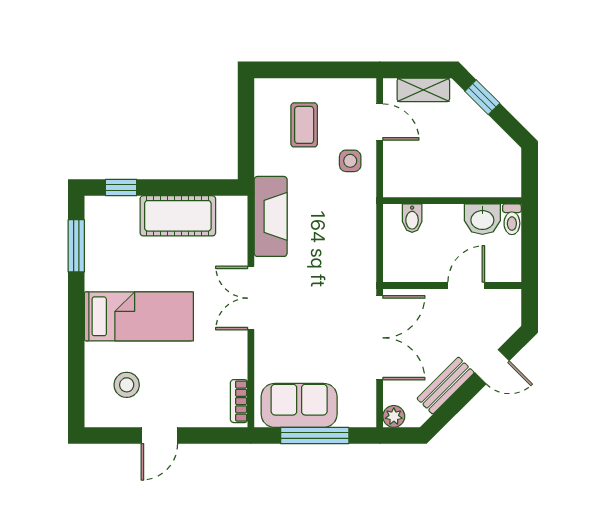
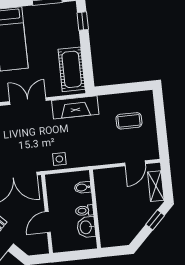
side table: (350, 161) -> (59, 159), moved
cot: (178, 216) -> (72, 69), moved
toilet: (512, 219) -> (84, 211), moved
door: (466, 286) -> (48, 222), swing flipped

